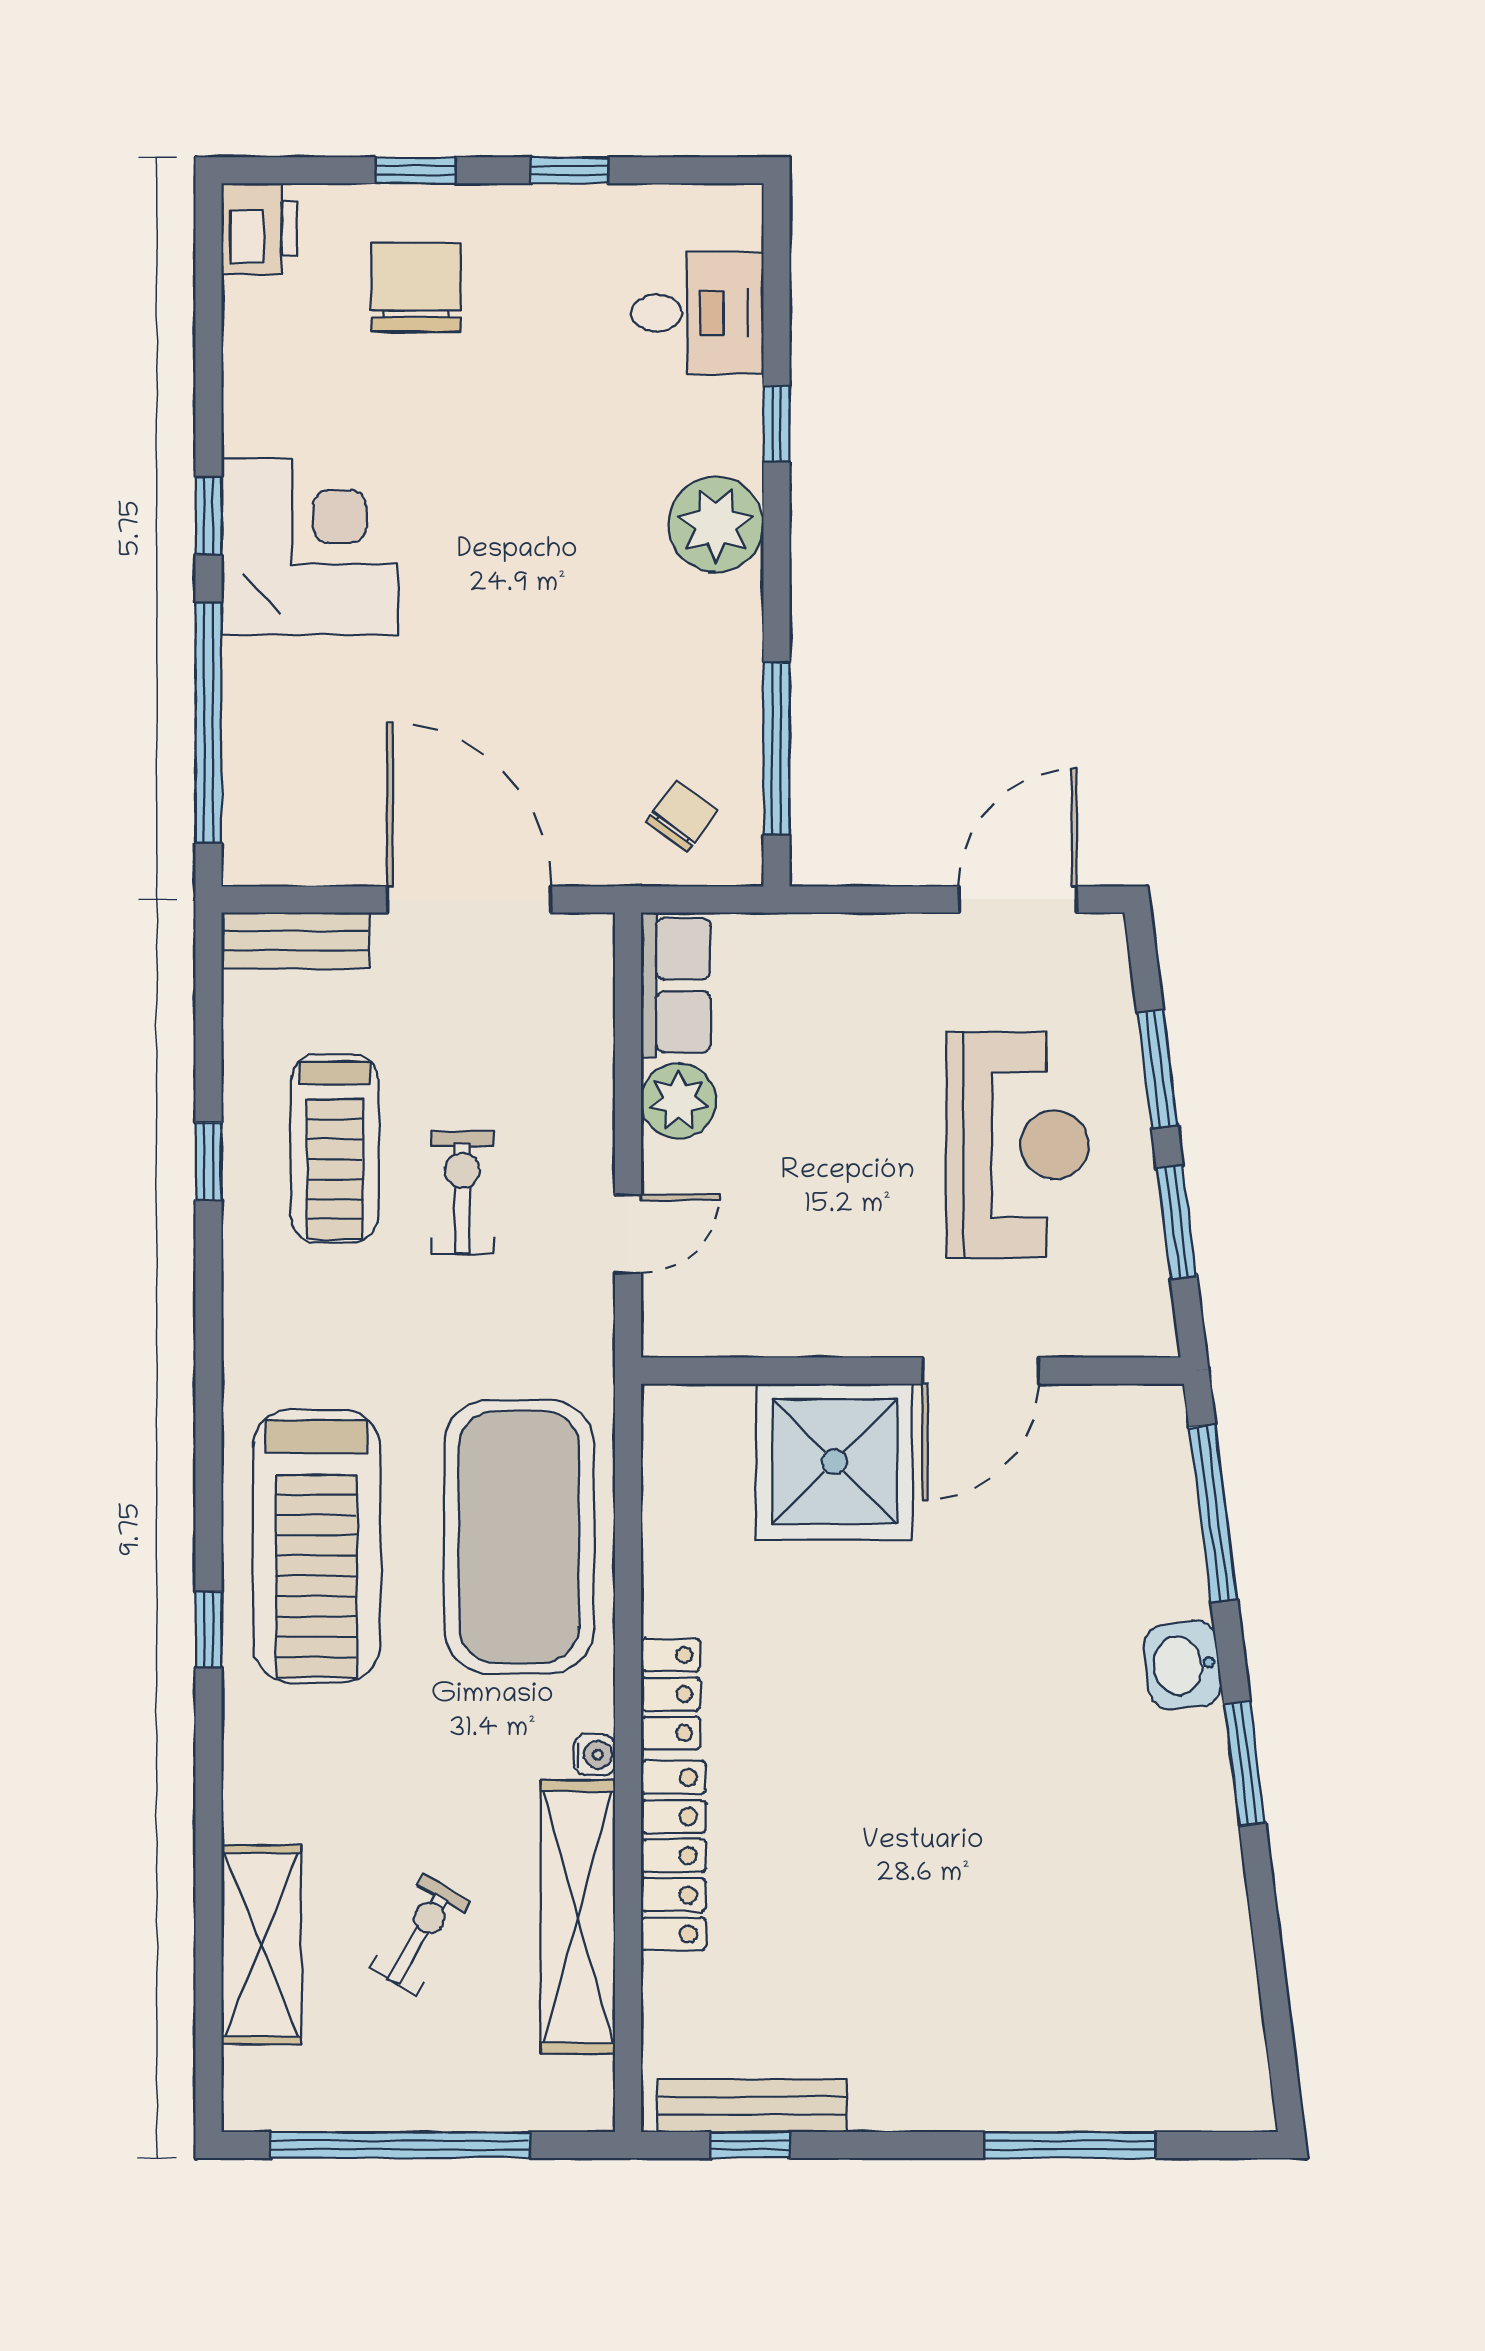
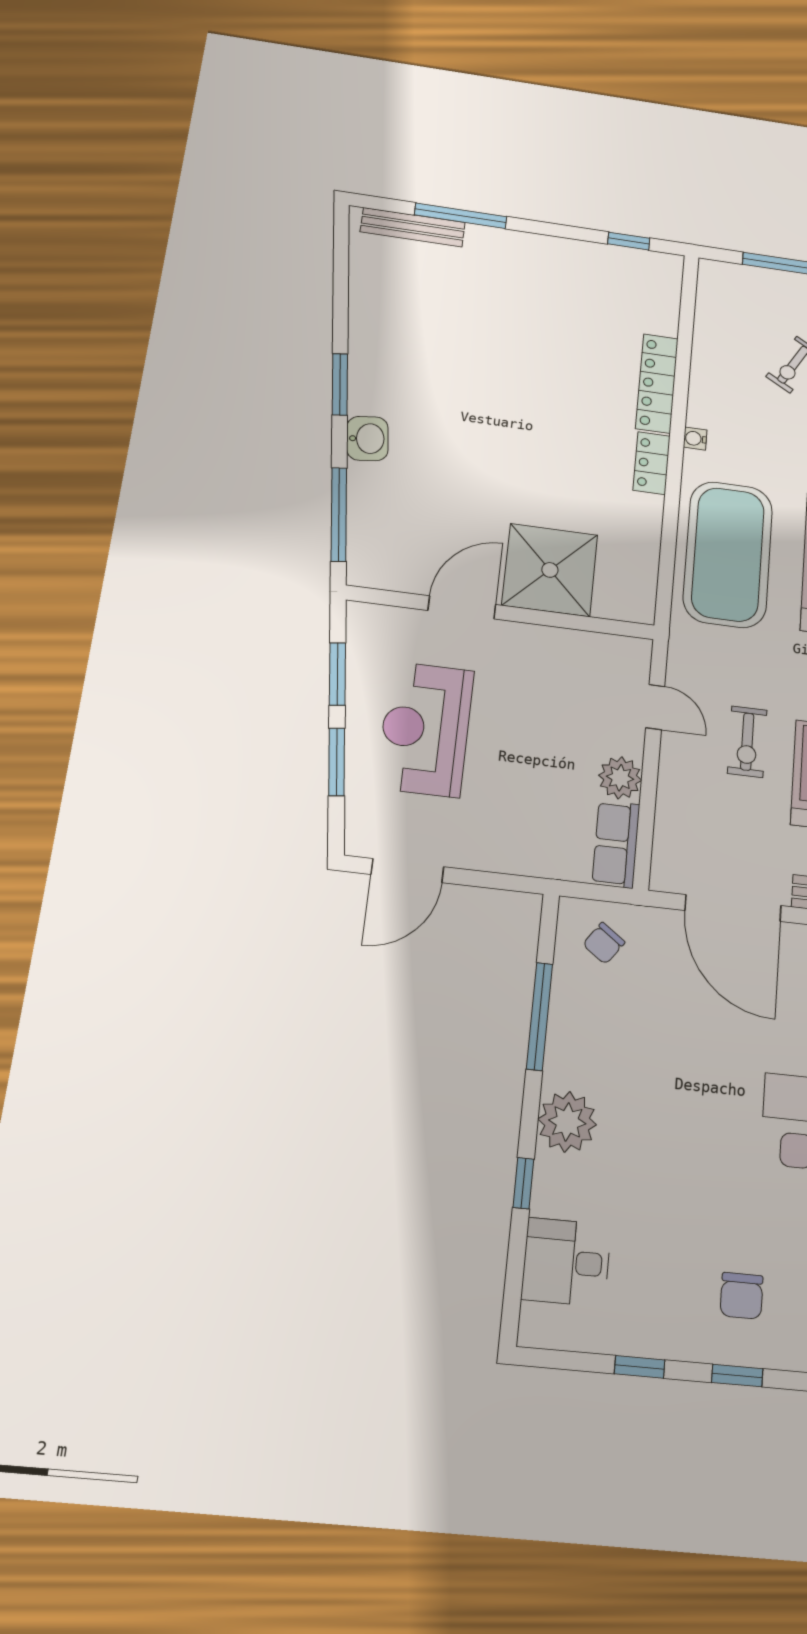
chair: (416, 287) -> (742, 1296), width x0.73, depth x0.73
window: (776, 749) -> (540, 1016), moved
door: (628, 1234) -> (655, 707), swing flipped
shelving: (578, 1917) -> (710, 361), removed
bench: (752, 2106) -> (413, 227), moved

